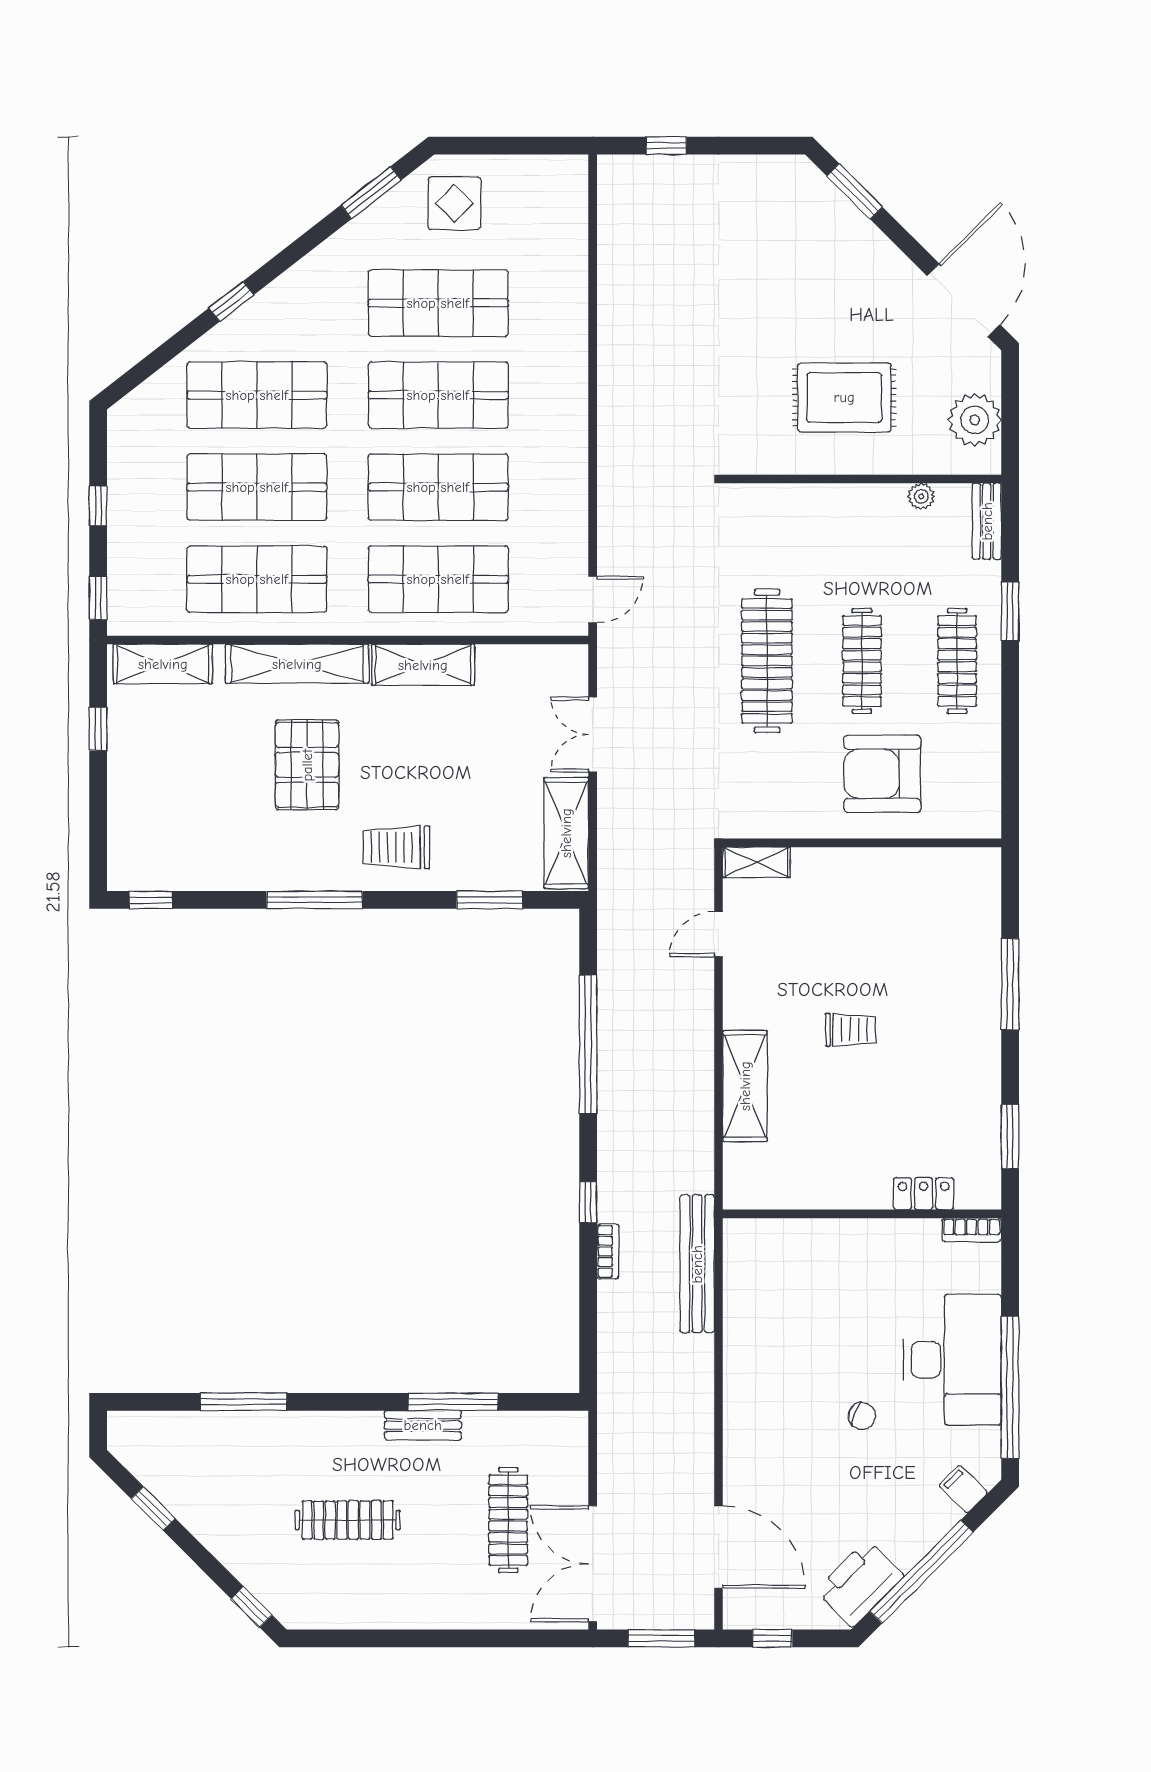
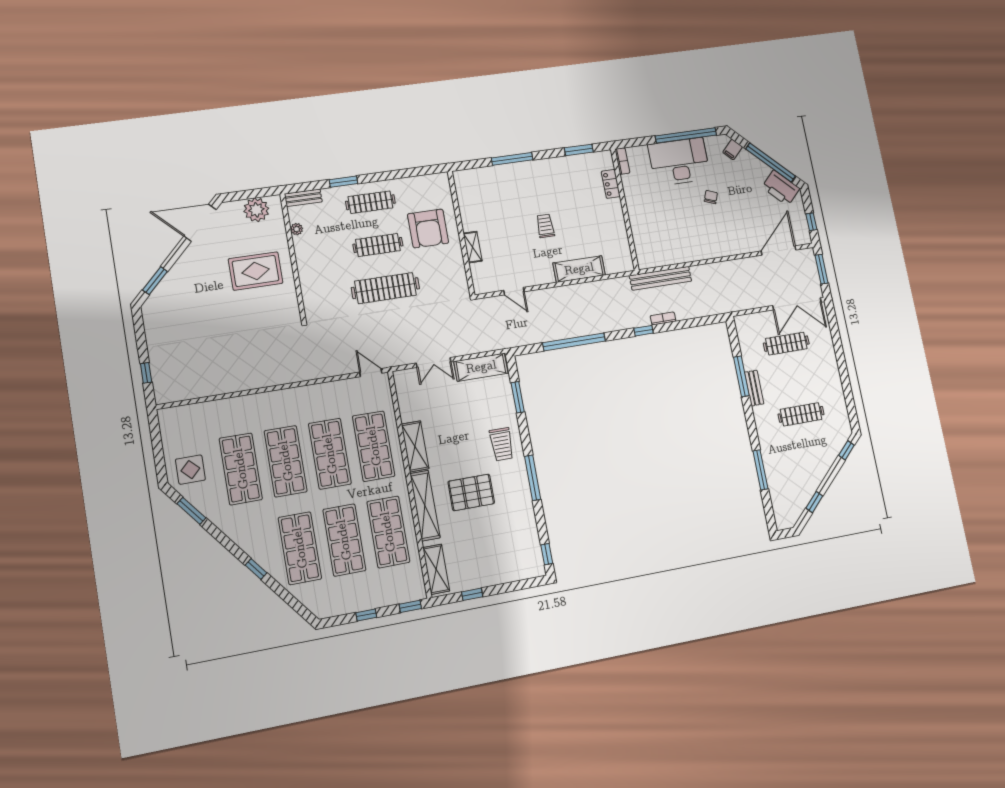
rug: (844, 397) -> (256, 271), turned 90
shelving: (756, 862) -> (473, 247), moved
clothes rail: (348, 1520) -> (801, 414), turned 90

